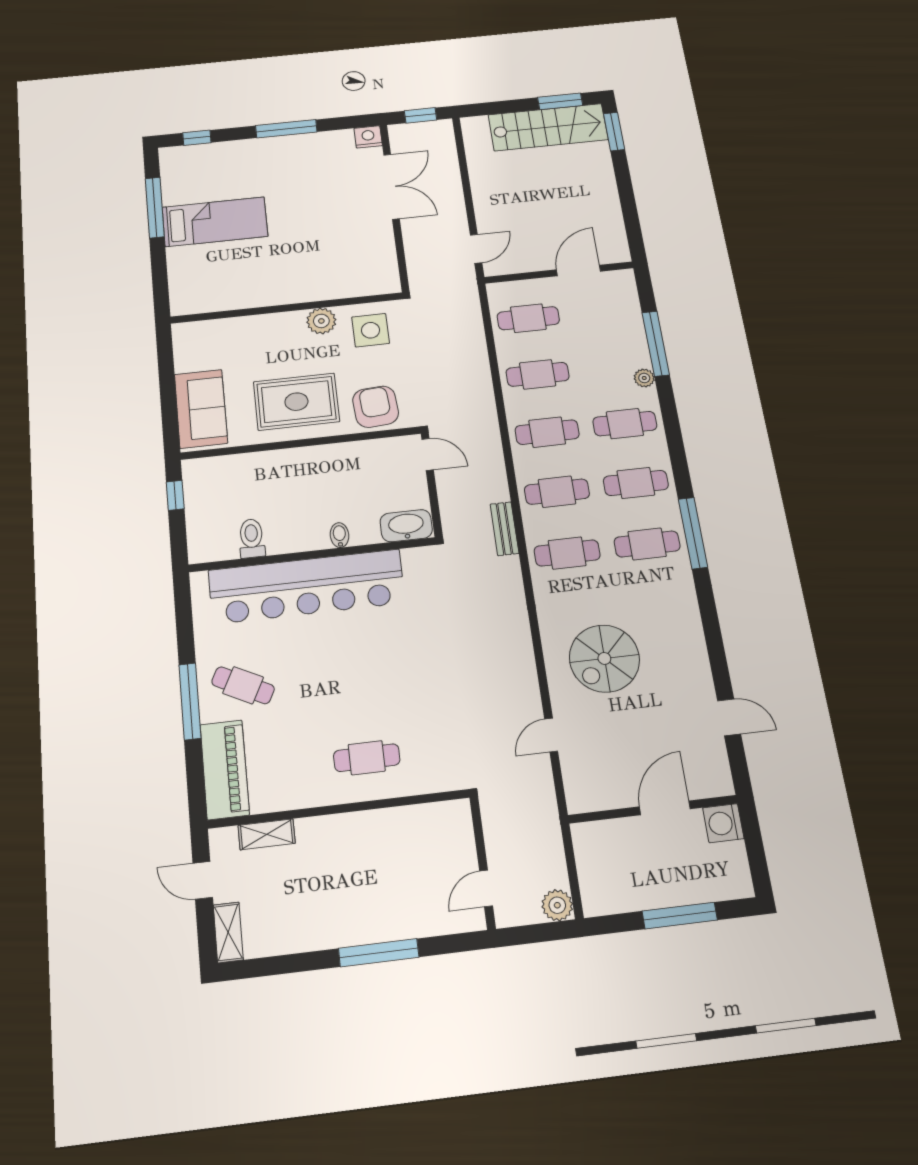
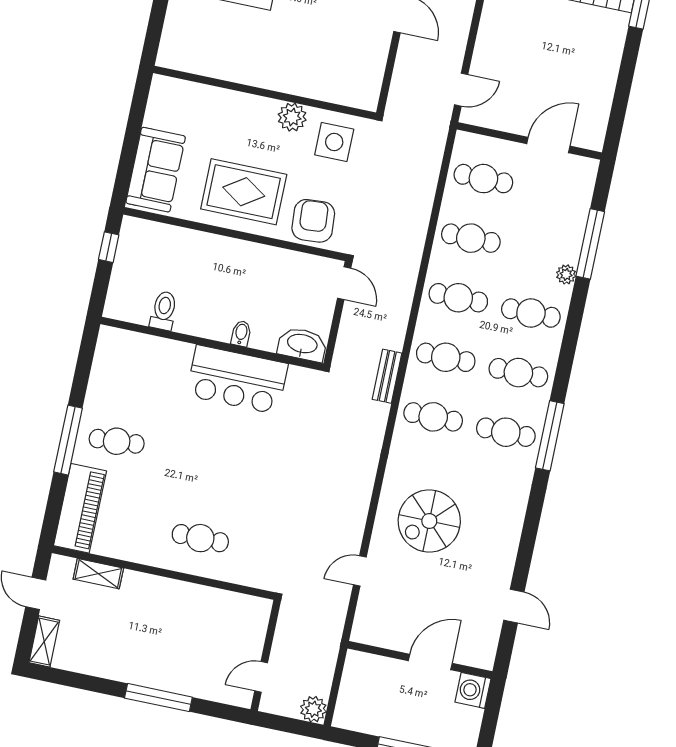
bar counter: (307, 587) -> (237, 380), width x0.54
cafe table: (243, 685) -> (117, 441), turned -31

